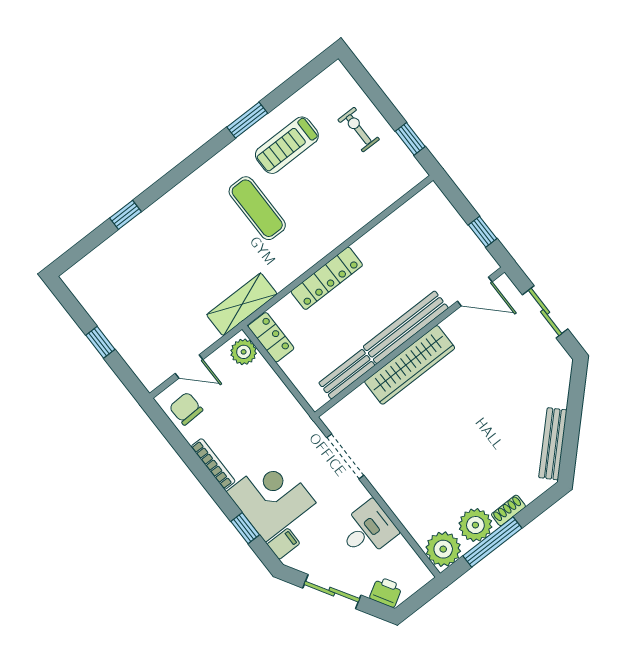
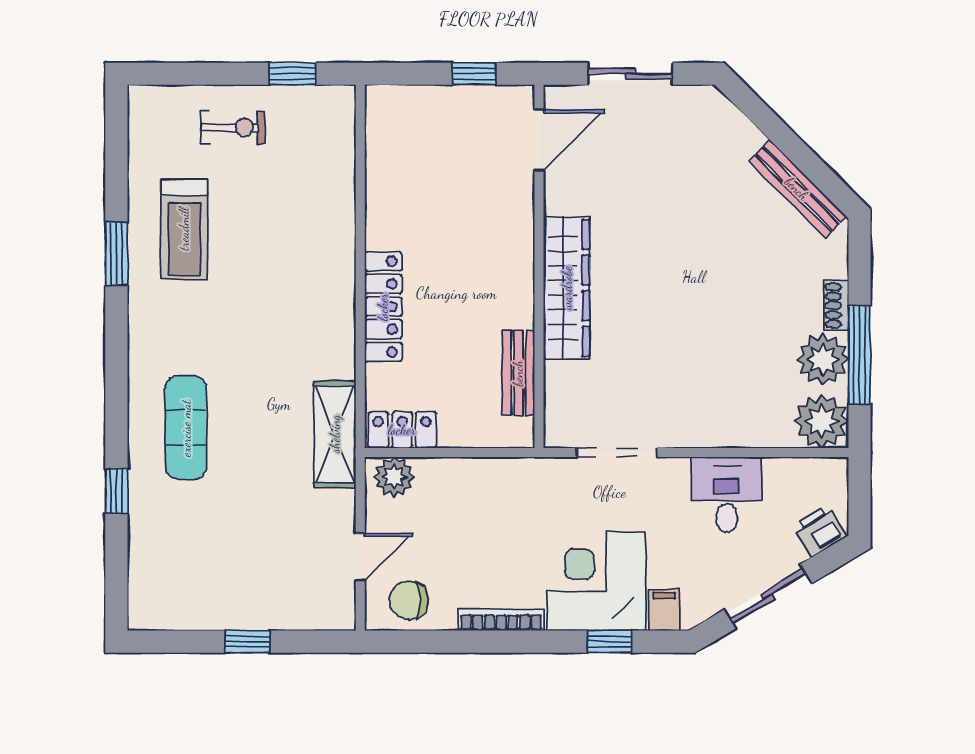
exercise bike: (359, 130) -> (233, 128), turned 180
exercise mat: (257, 208) -> (186, 428), moved, turned 90
bench: (406, 327) -> (517, 257), removed

